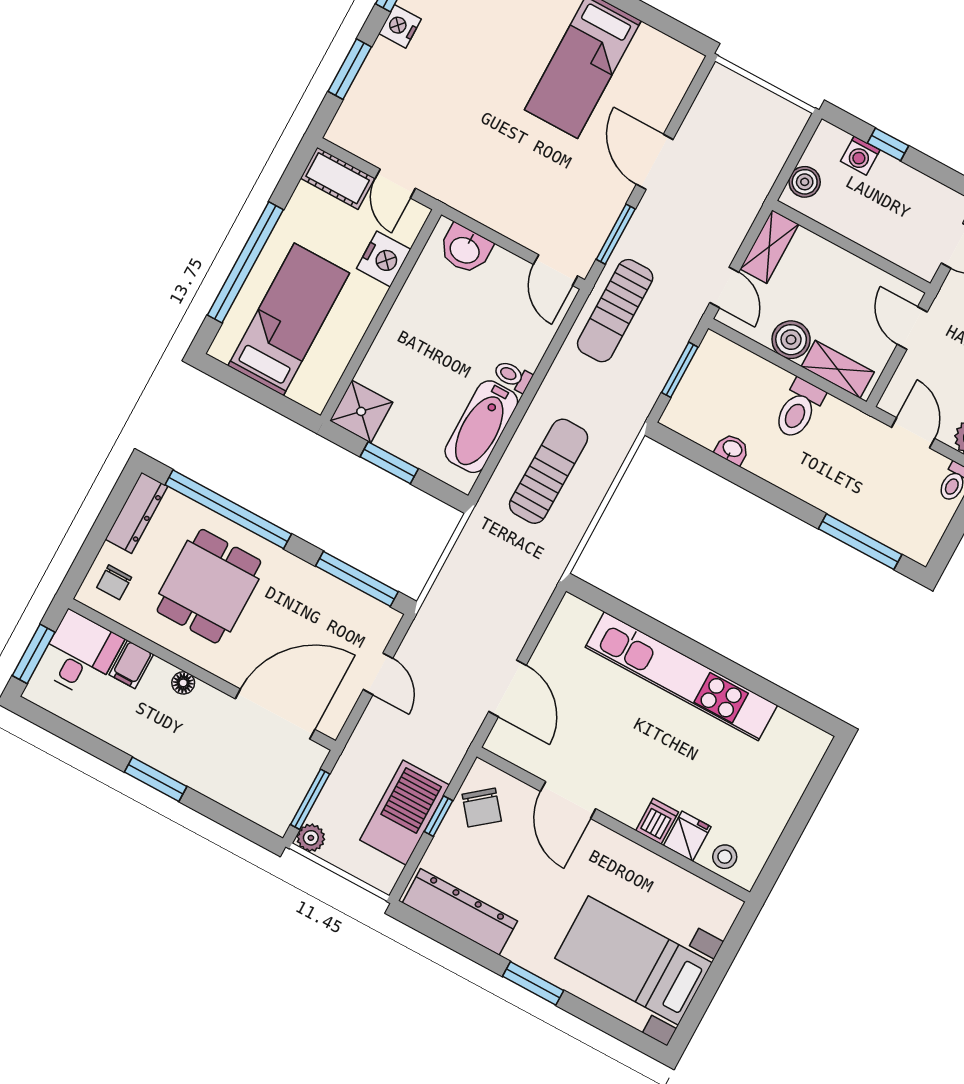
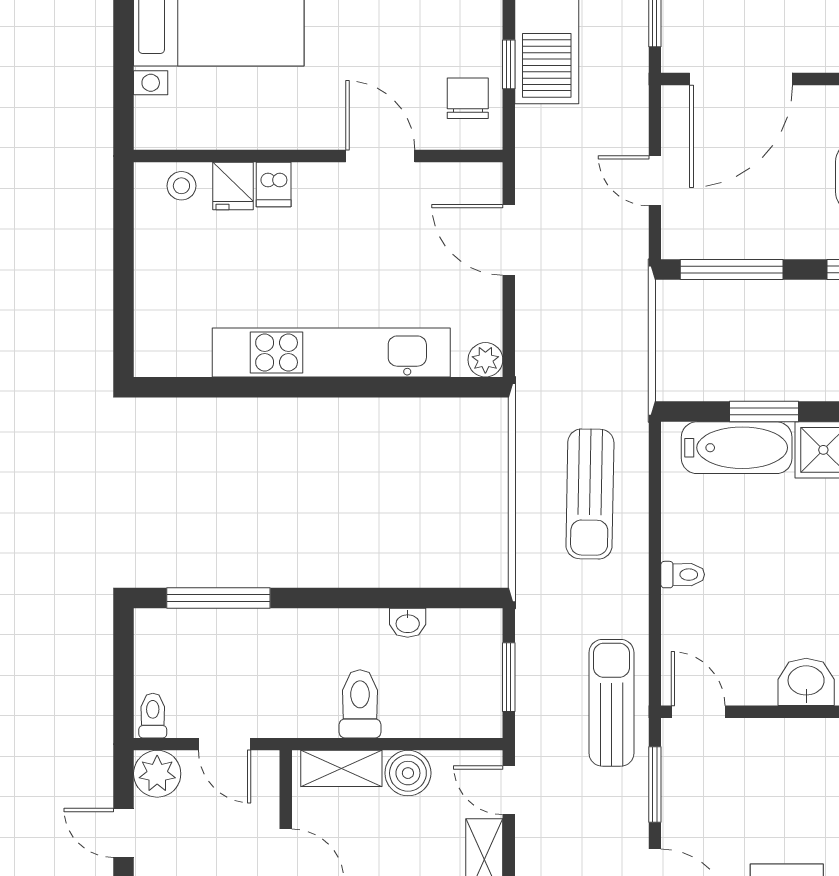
bathtub: (481, 427) -> (737, 448), moved, turned 90
plant: (572, 610) -> (485, 360), added
chair: (482, 808) -> (468, 98), turned 39

